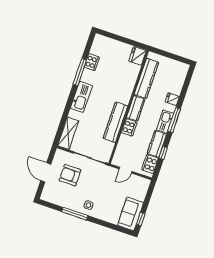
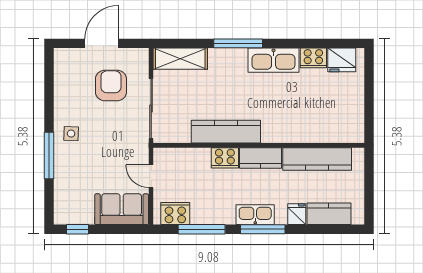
fridge: (138, 56) -> (342, 60), moved, turned 180
window: (80, 72) -> (238, 43), moved
kitchen sink: (81, 97) -> (274, 60), moved
kitchen counter: (157, 144) -> (329, 214), moved
window: (163, 153) -> (202, 229), width x2.17
window: (75, 214) -> (49, 155), moved
sofa: (130, 214) -> (122, 209), moved

